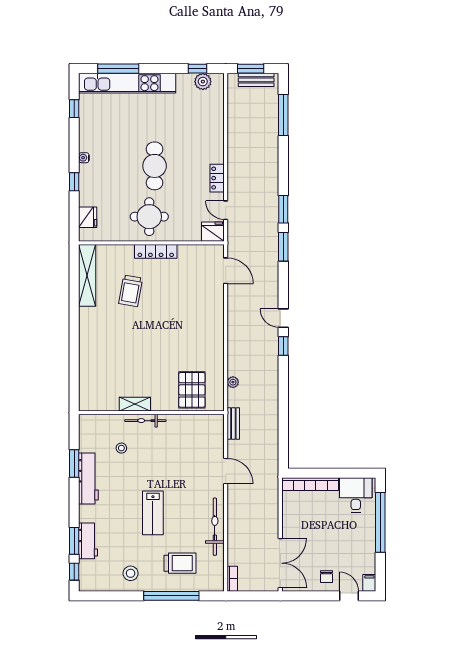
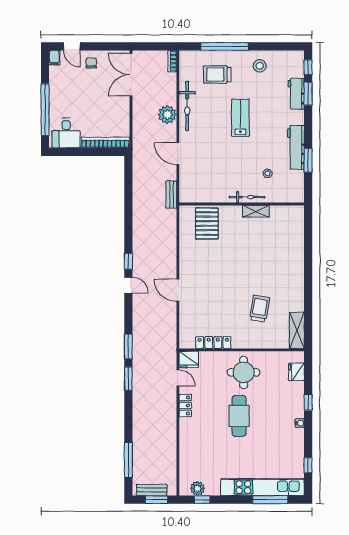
locker: (156, 251) -> (213, 343), moved
door: (226, 271) -> (178, 290), moved
shelving: (87, 275) -> (297, 330), width x0.68
plant: (233, 382) -> (167, 115), moved, width x1.88, depth x1.88

